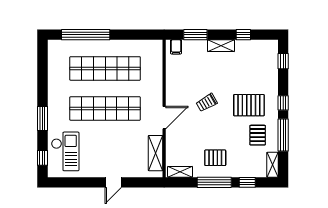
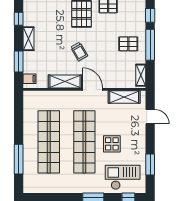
window: (86, 35) -> (19, 159), width x0.68
shelving: (173, 87) -> (65, 81), added
display table: (103, 139) -> (112, 144), added
pallet: (215, 158) -> (128, 44), turned 90
window: (80, 182) -> (150, 164), added
door: (113, 182) -> (150, 117), moved

